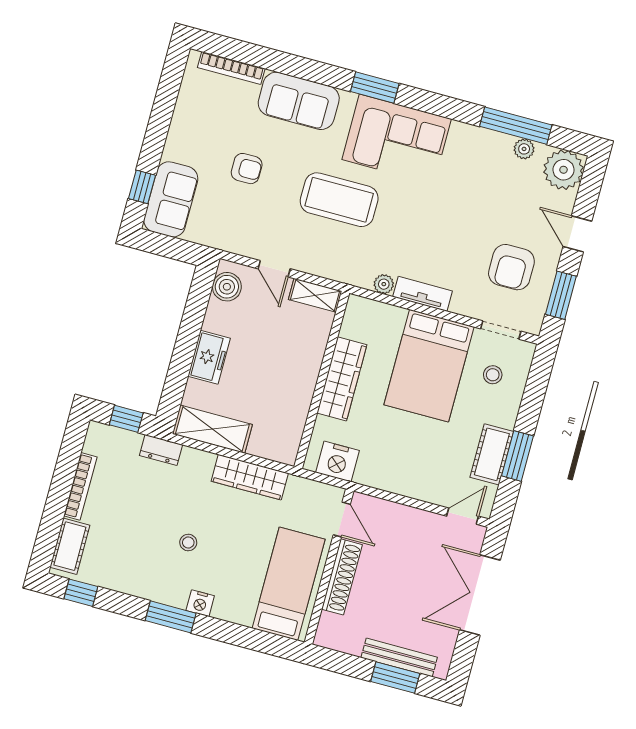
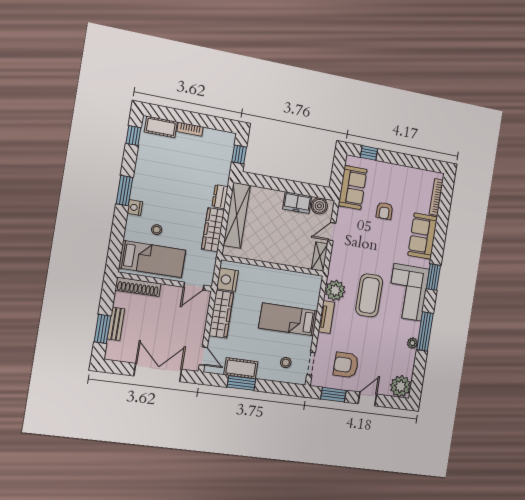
window: (516, 126) -> (425, 331), moved
plant: (524, 149) -> (412, 343), moved
sofa: (171, 199) -> (353, 187), moved, turned -90
coffee table: (339, 200) -> (369, 295), moved
plant: (384, 284) -> (335, 290), width x1.88, depth x1.88
freezer: (209, 357) -> (297, 203), moved
bed: (429, 366) -> (288, 319), width x0.67
wardrobe: (342, 379) -> (221, 314), moved, turned -90
shelving: (212, 429) -> (237, 215), width x1.47
dresser: (161, 450) -> (220, 197), moved
bookcase: (80, 486) -> (190, 129), width x0.64
stool: (188, 542) -> (157, 230), moved
shoe rack: (342, 577) -> (138, 287), moved
bench: (399, 657) -> (116, 324), width x0.73

